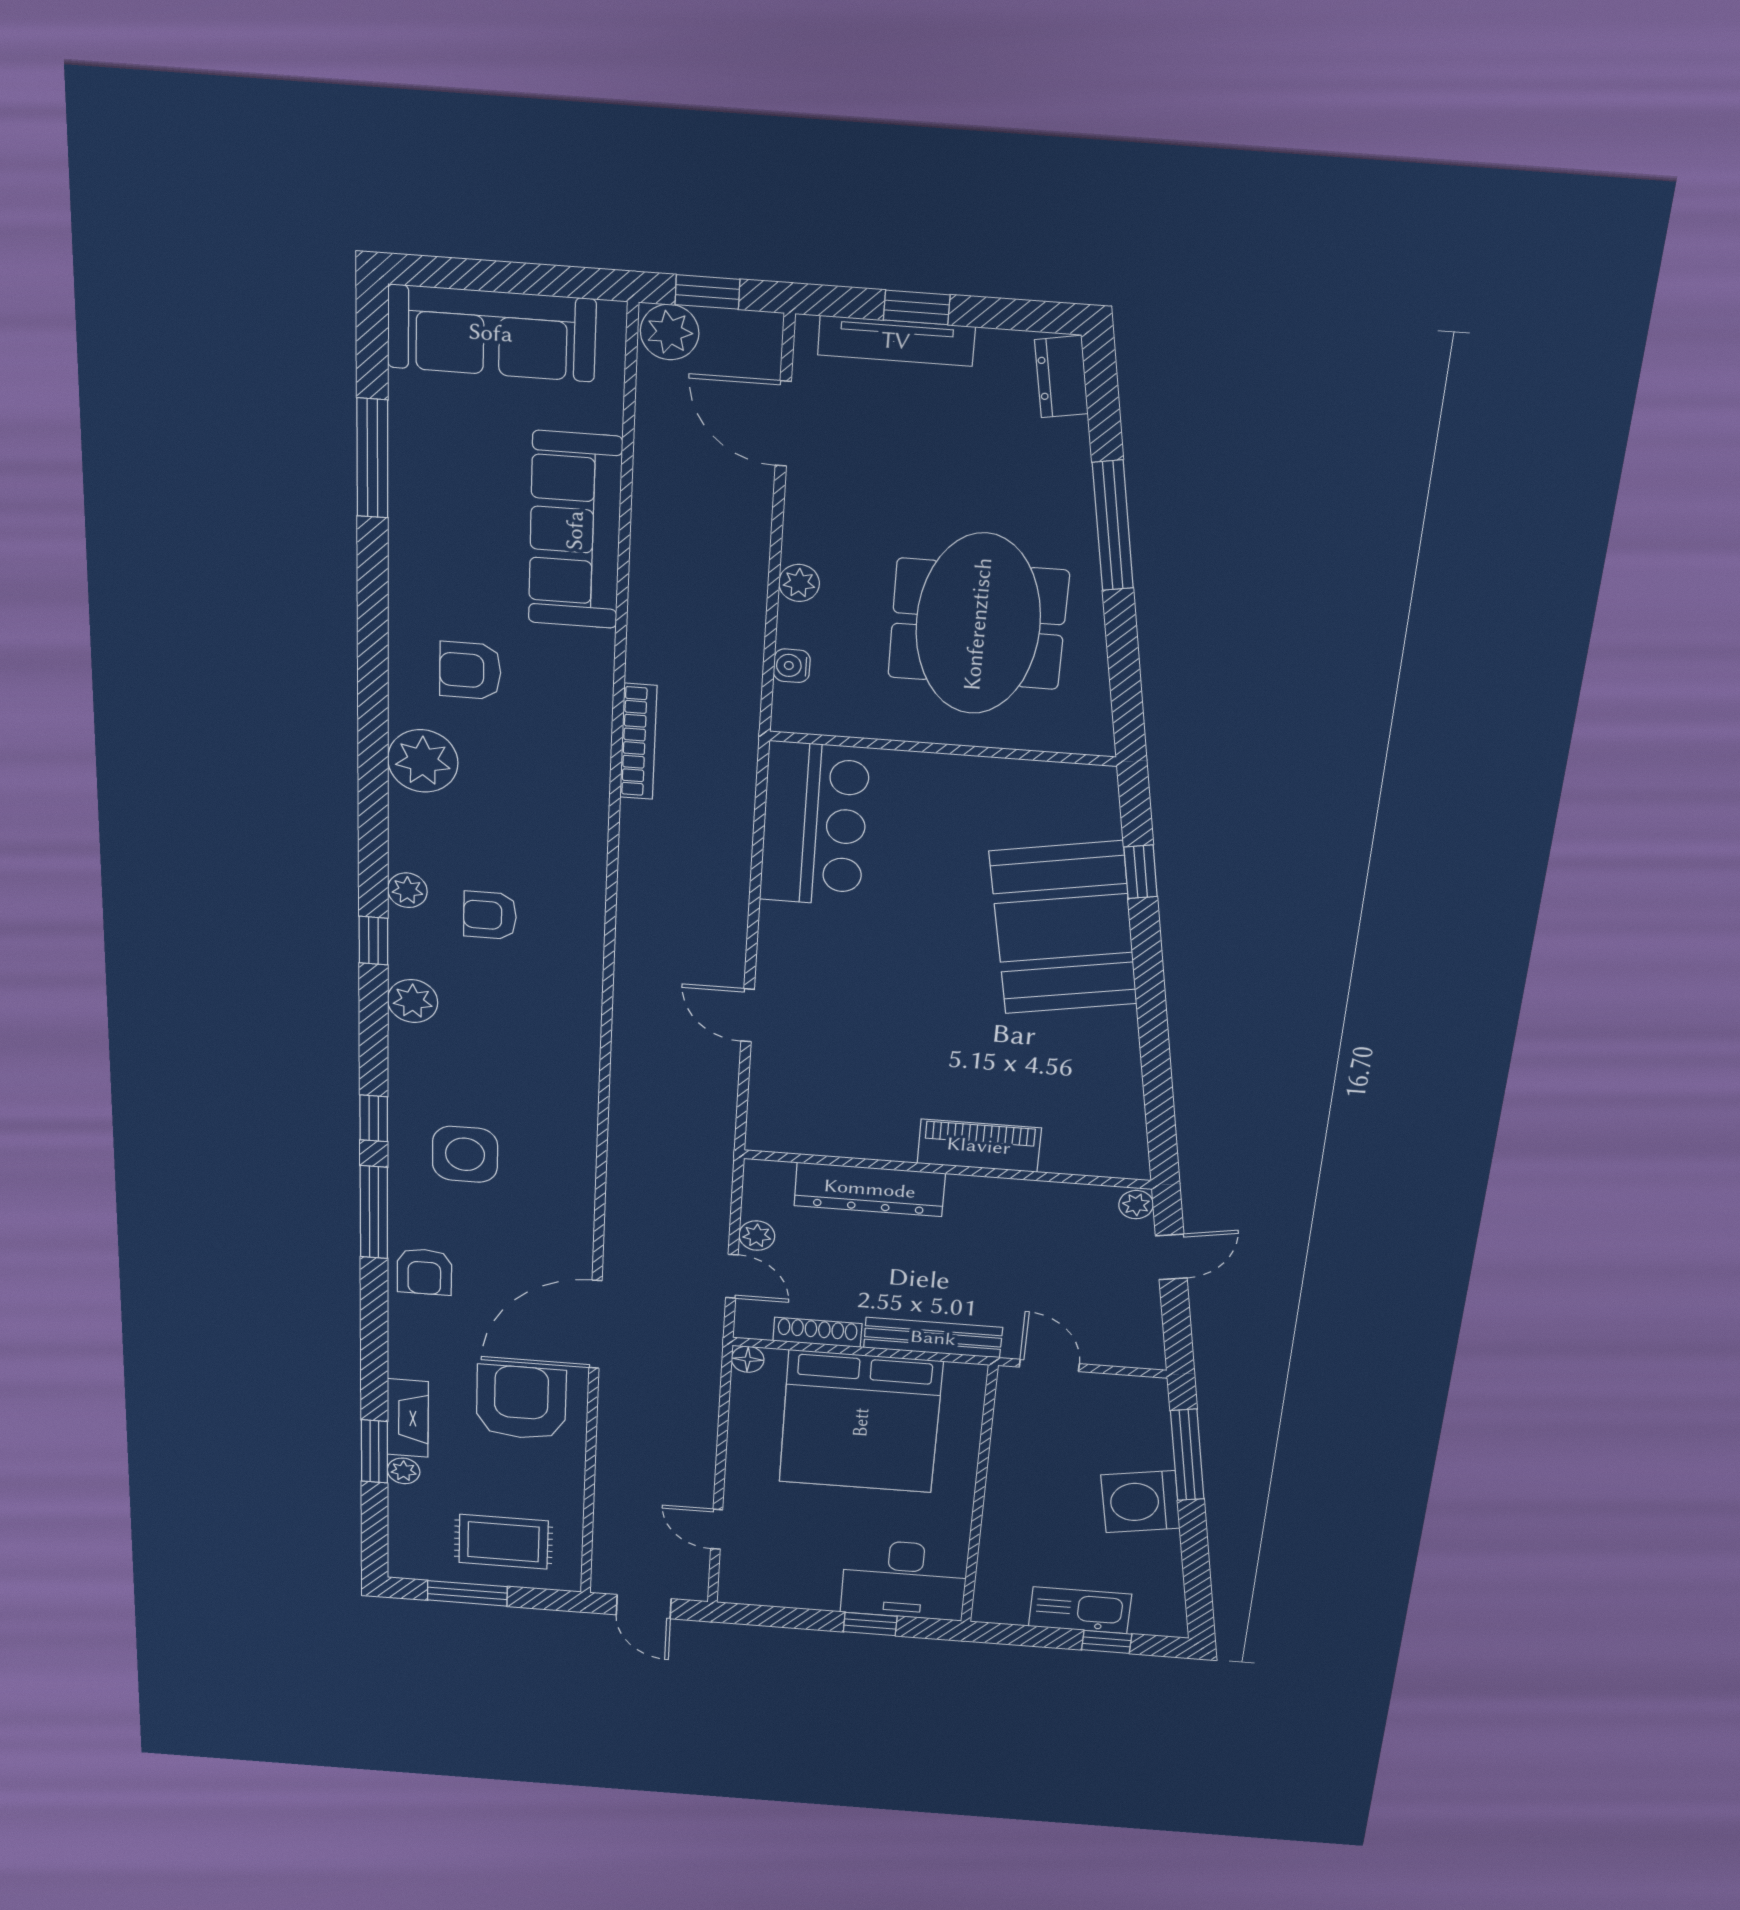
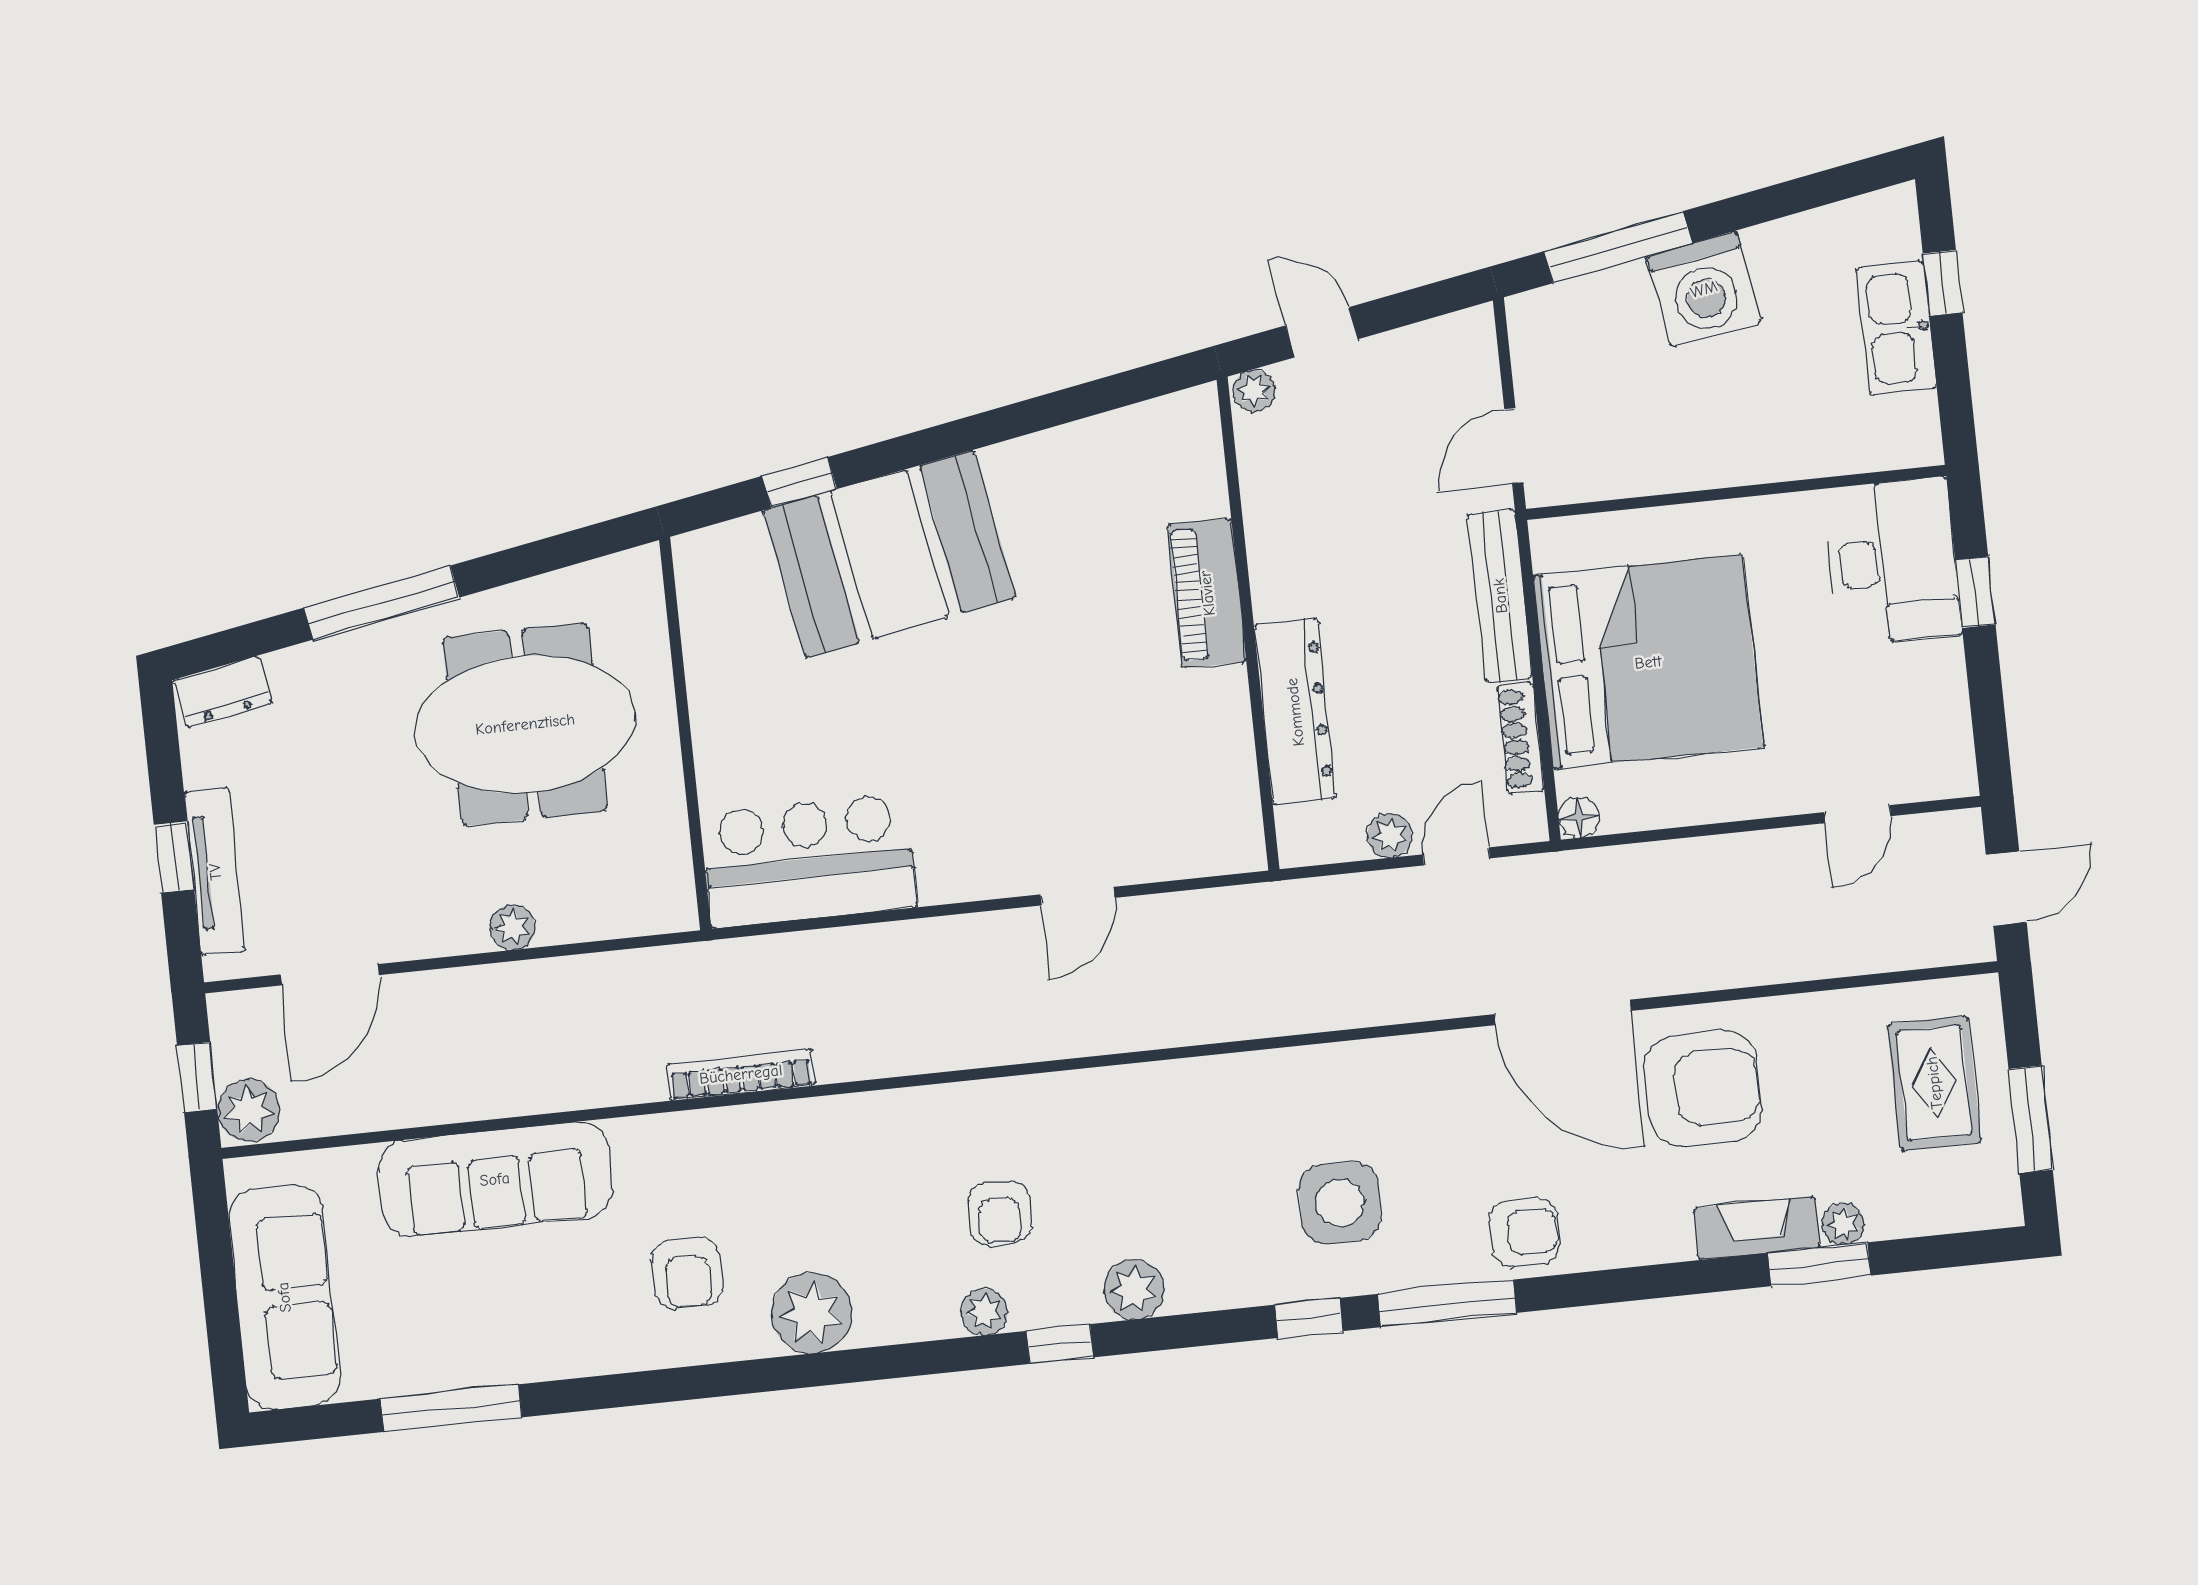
water cooler: (792, 666) -> (614, 919), removed
armchair: (521, 1402) -> (1703, 1089), turned 180

